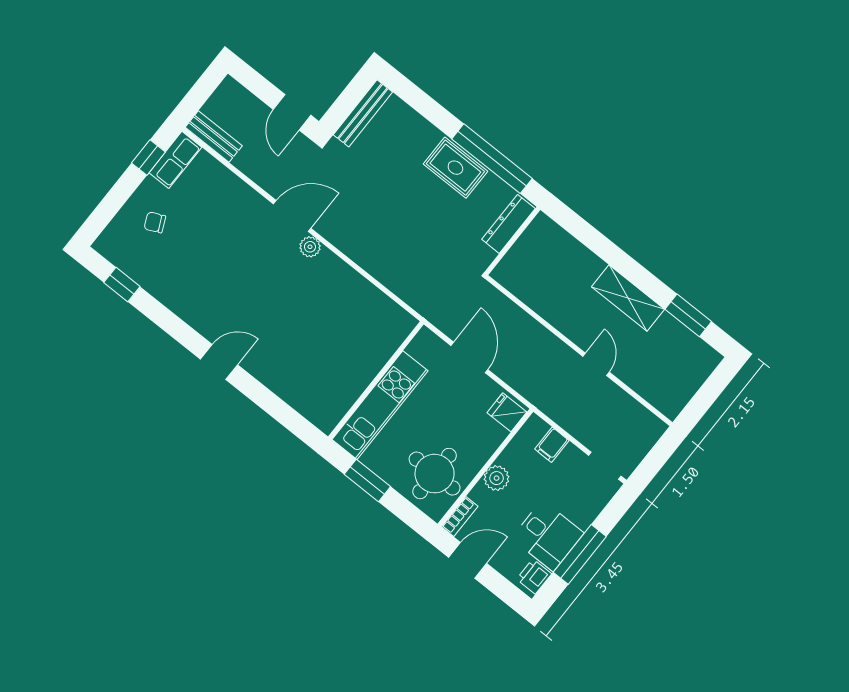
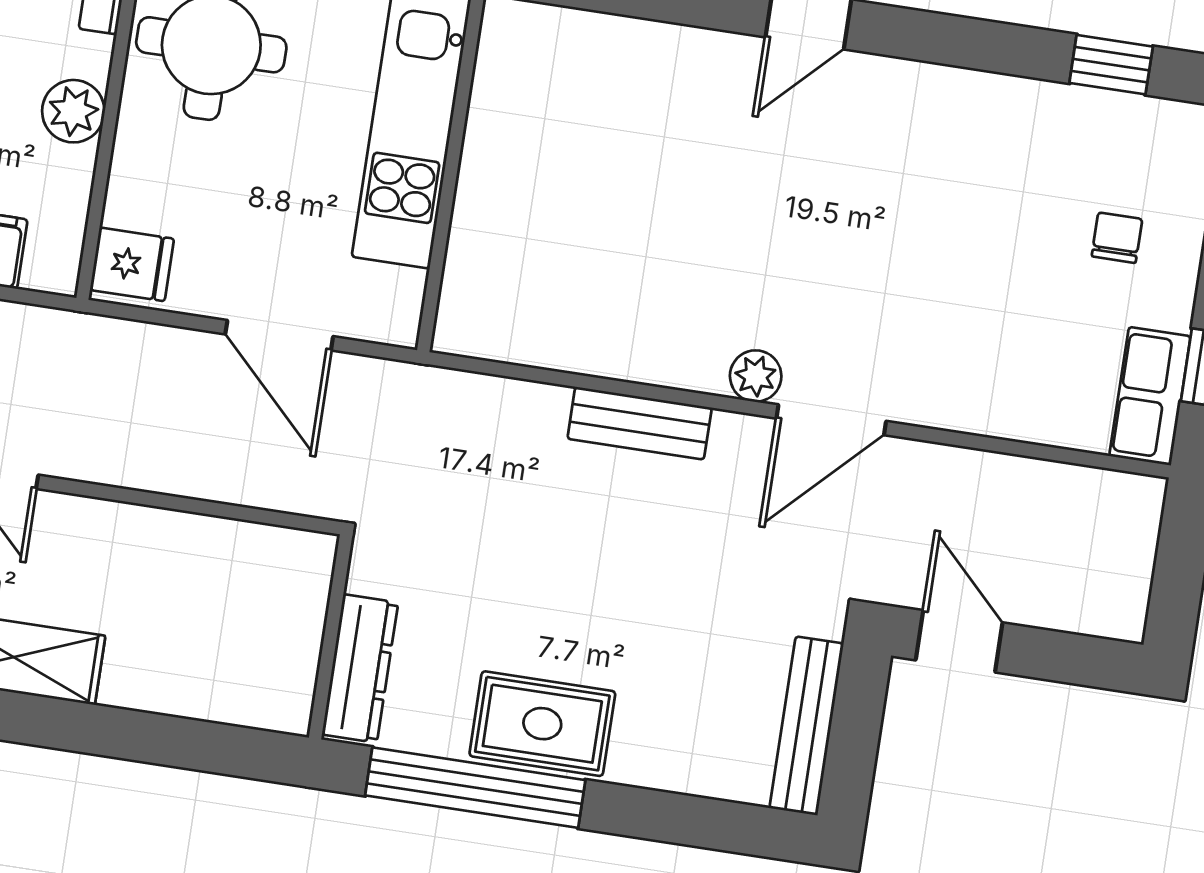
bench: (214, 137) -> (640, 423), moved
chair: (155, 222) -> (1117, 238), turned -65

